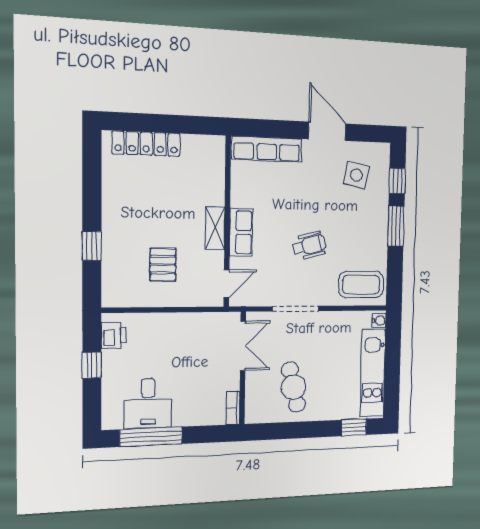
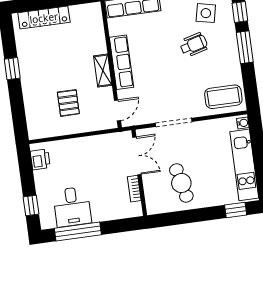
row of seats: (241, 232) -> (121, 62), width x1.48
wheelchair: (309, 245) -> (194, 45), moved
window: (92, 246) -> (12, 69), moved
window: (92, 365) -> (31, 205), moved
bookcase: (233, 408) -> (134, 189), moved

